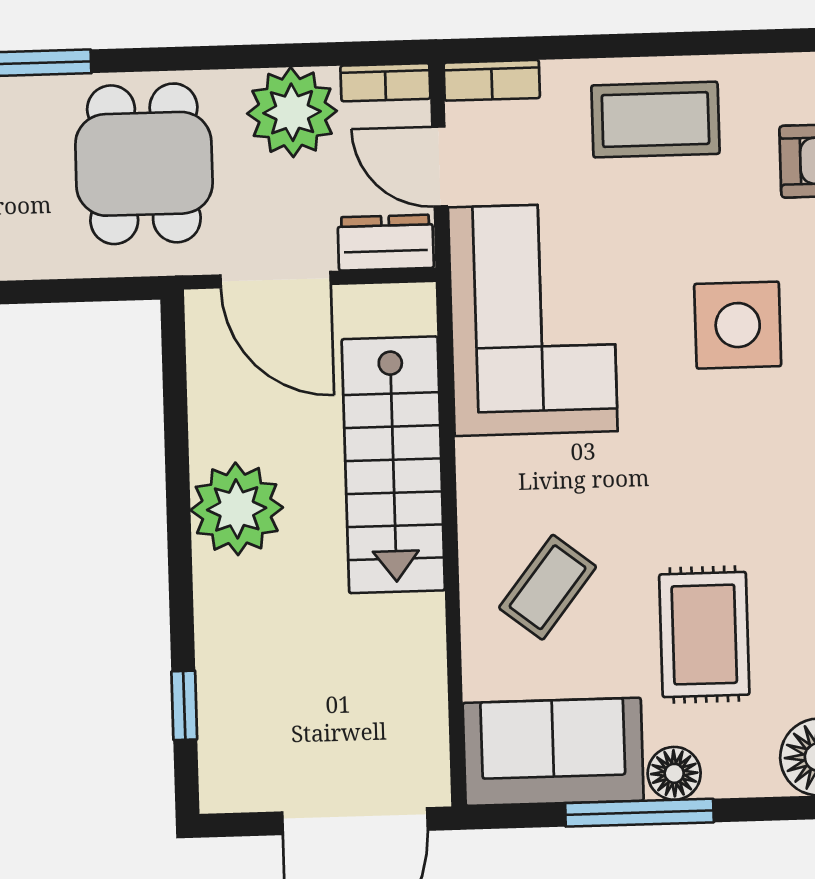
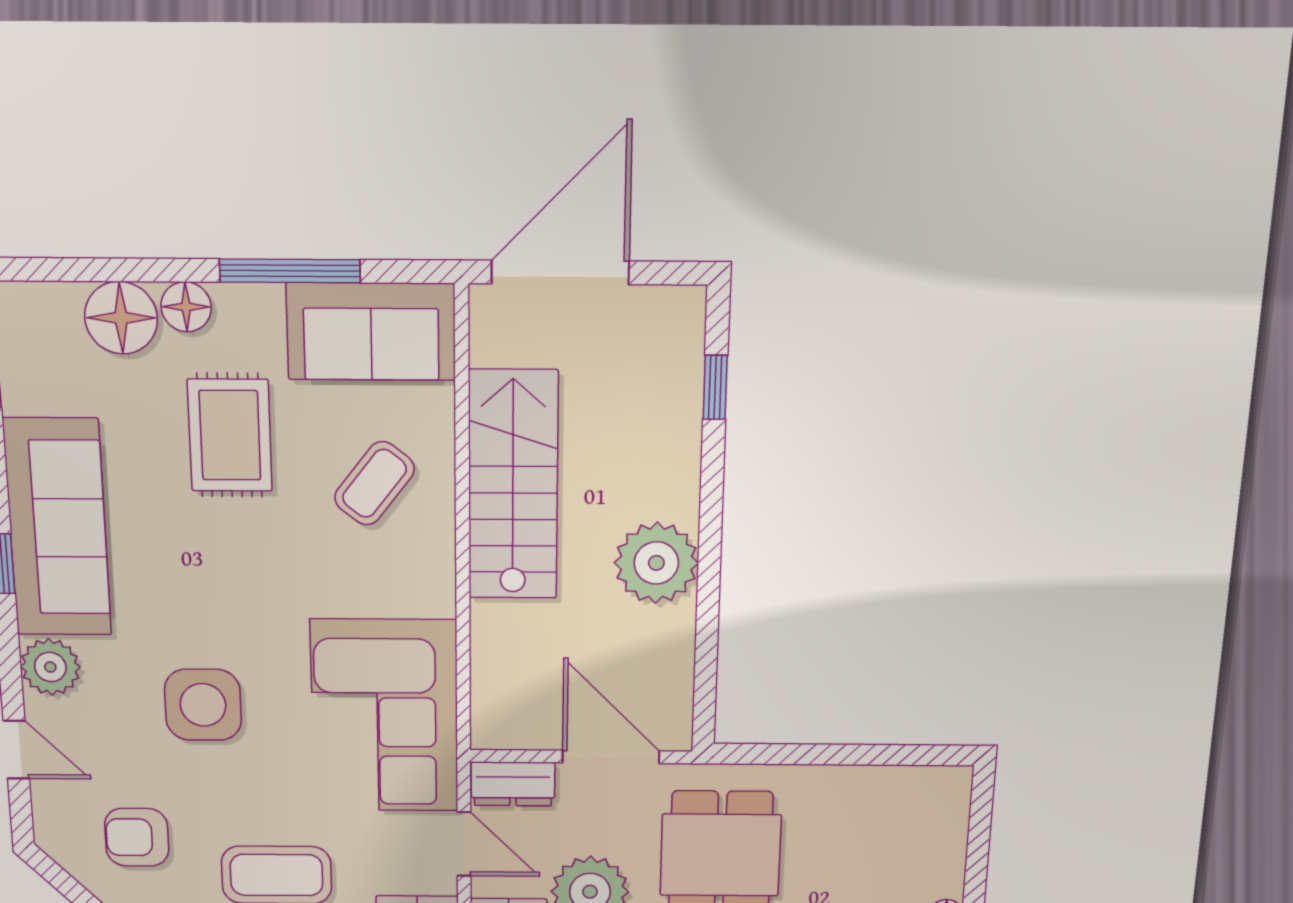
stairs: (393, 465) -> (513, 485), moved
floor lamp: (674, 773) -> (186, 307), moved

